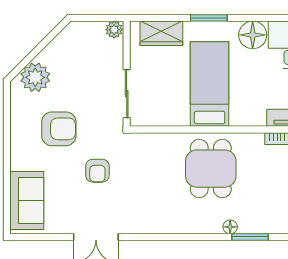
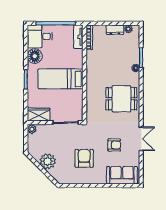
wardrobe: (161, 33) -> (39, 114), moved, turned -90
plant: (35, 77) -> (48, 161), moved
dining table: (211, 169) -> (121, 99), moved
armchair: (97, 171) -> (114, 145), moved

